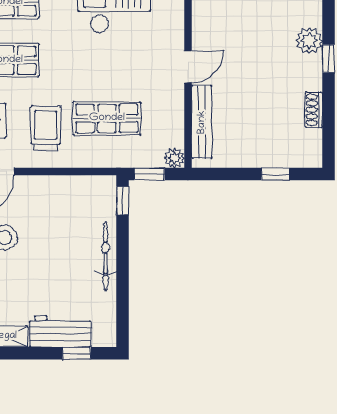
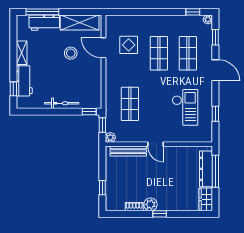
plant: (309, 41) -> (151, 204), moved
trolley: (46, 128) -> (125, 74), removed

